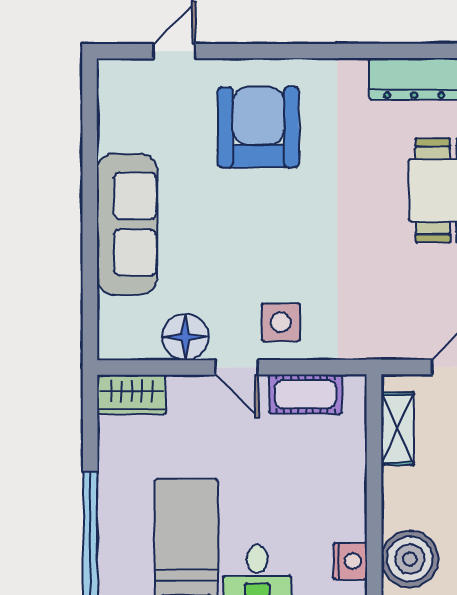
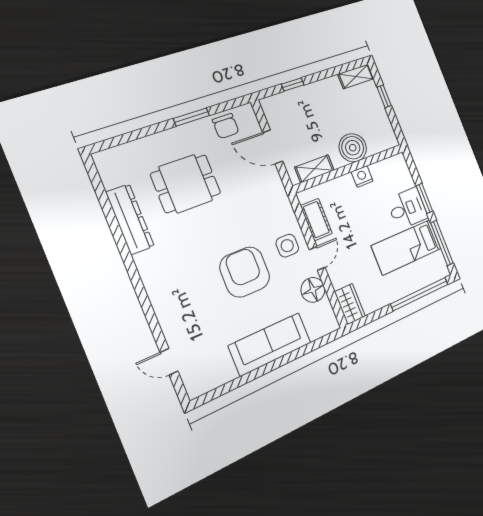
armchair: (258, 127) -> (245, 272), moved, turned 90
boiler: (410, 559) -> (353, 148), moved
nightstand: (350, 561) -> (362, 177), moved

